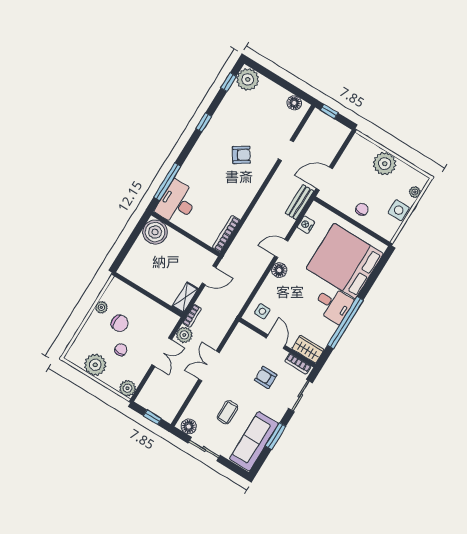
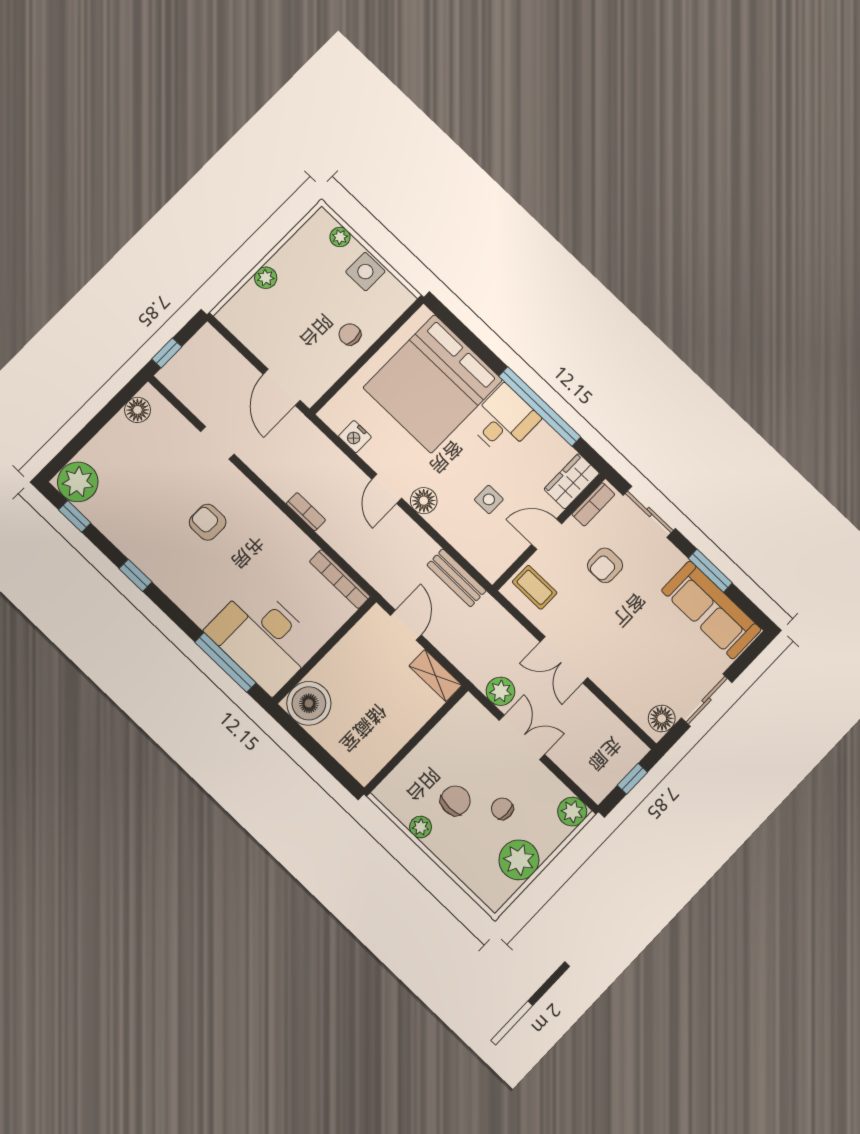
armchair: (241, 155) -> (208, 522), turned -57
plant: (385, 164) -> (266, 278), width x0.53, depth x0.53
bench: (300, 202) -> (457, 578), moved
desk: (177, 203) -> (263, 638), width x1.36, depth x1.30
side table: (262, 311) -> (489, 499), moved
bookcase: (192, 316) -> (306, 512), moved
coffee table: (227, 412) -> (535, 587), moved

